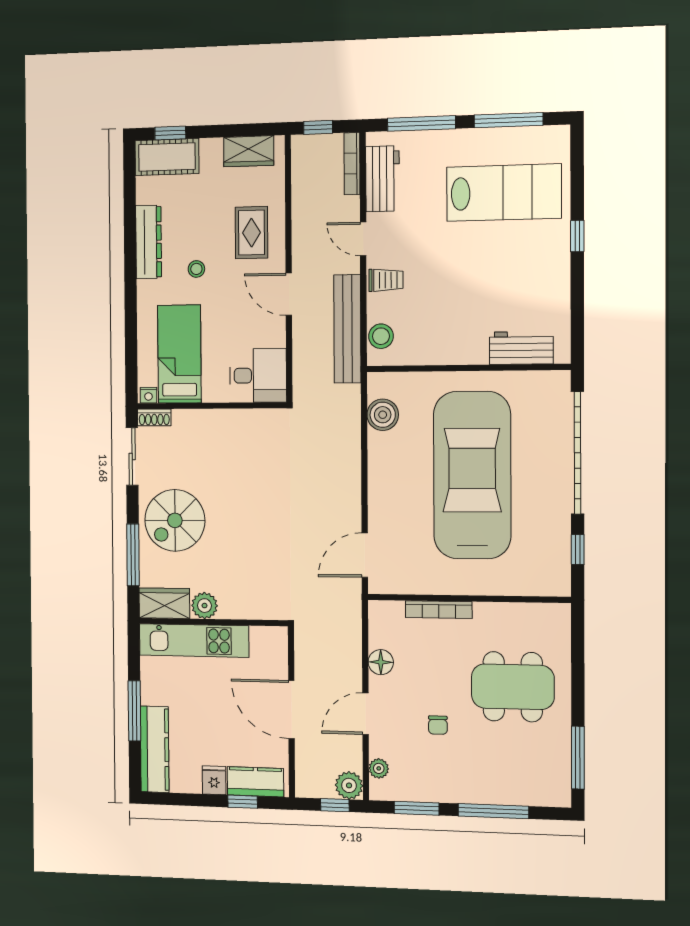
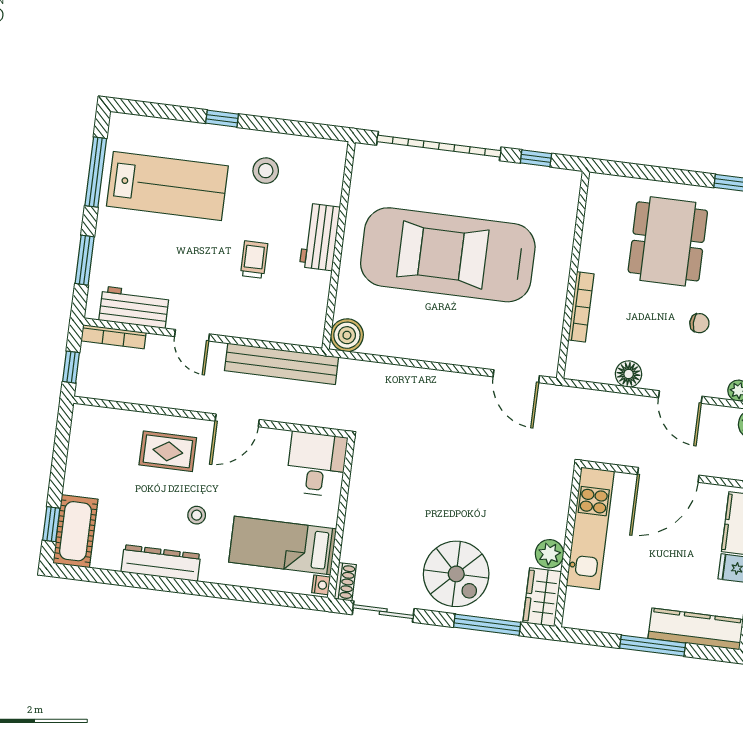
window: (421, 123) -> (85, 260), width x0.69
wardrobe: (249, 151) -> (84, 443), removed
lab bench: (504, 193) -> (167, 186), turned 90
door: (363, 239) -> (192, 335), hinge flipped
trolley: (386, 280) -> (254, 260), moved
stool: (381, 336) -> (266, 171), moved
workbench: (521, 348) -> (320, 237), moved
boiler: (383, 415) -> (347, 335), moved
kitchen unit: (194, 641) -> (590, 528), moved

